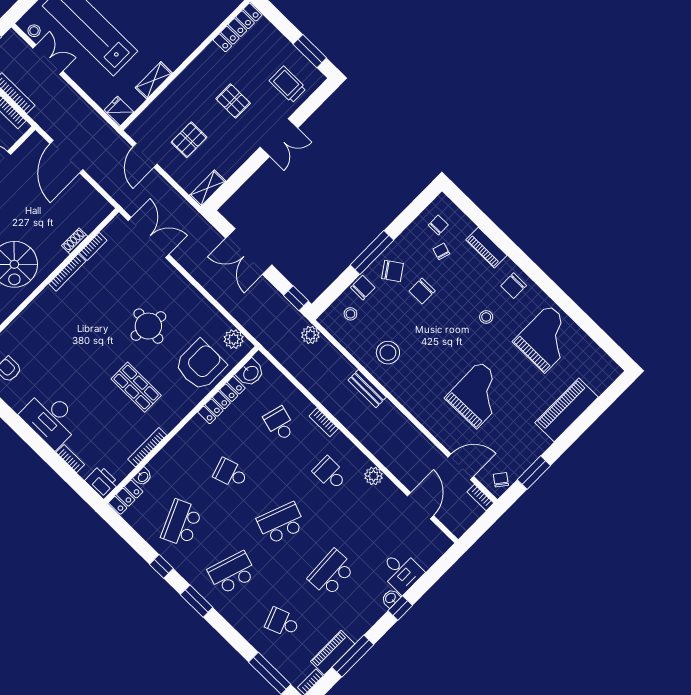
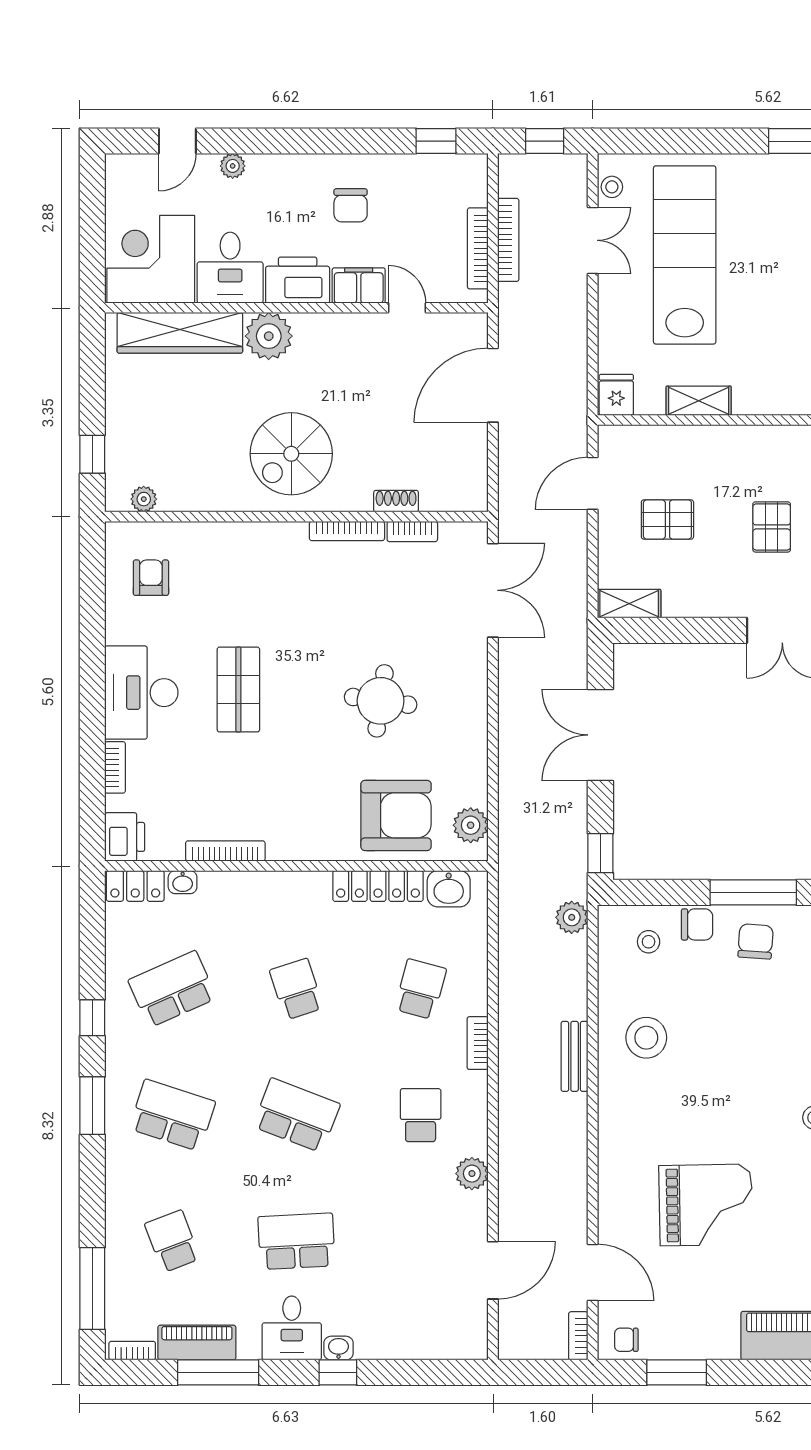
chair: (393, 271) -> (756, 941), turned -141
chair: (422, 291) -> (767, 1004), removed
shop shelf: (136, 387) -> (238, 690), moved
chair: (501, 480) -> (626, 1340), turned -127
desk: (401, 572) -> (292, 1328), moved

